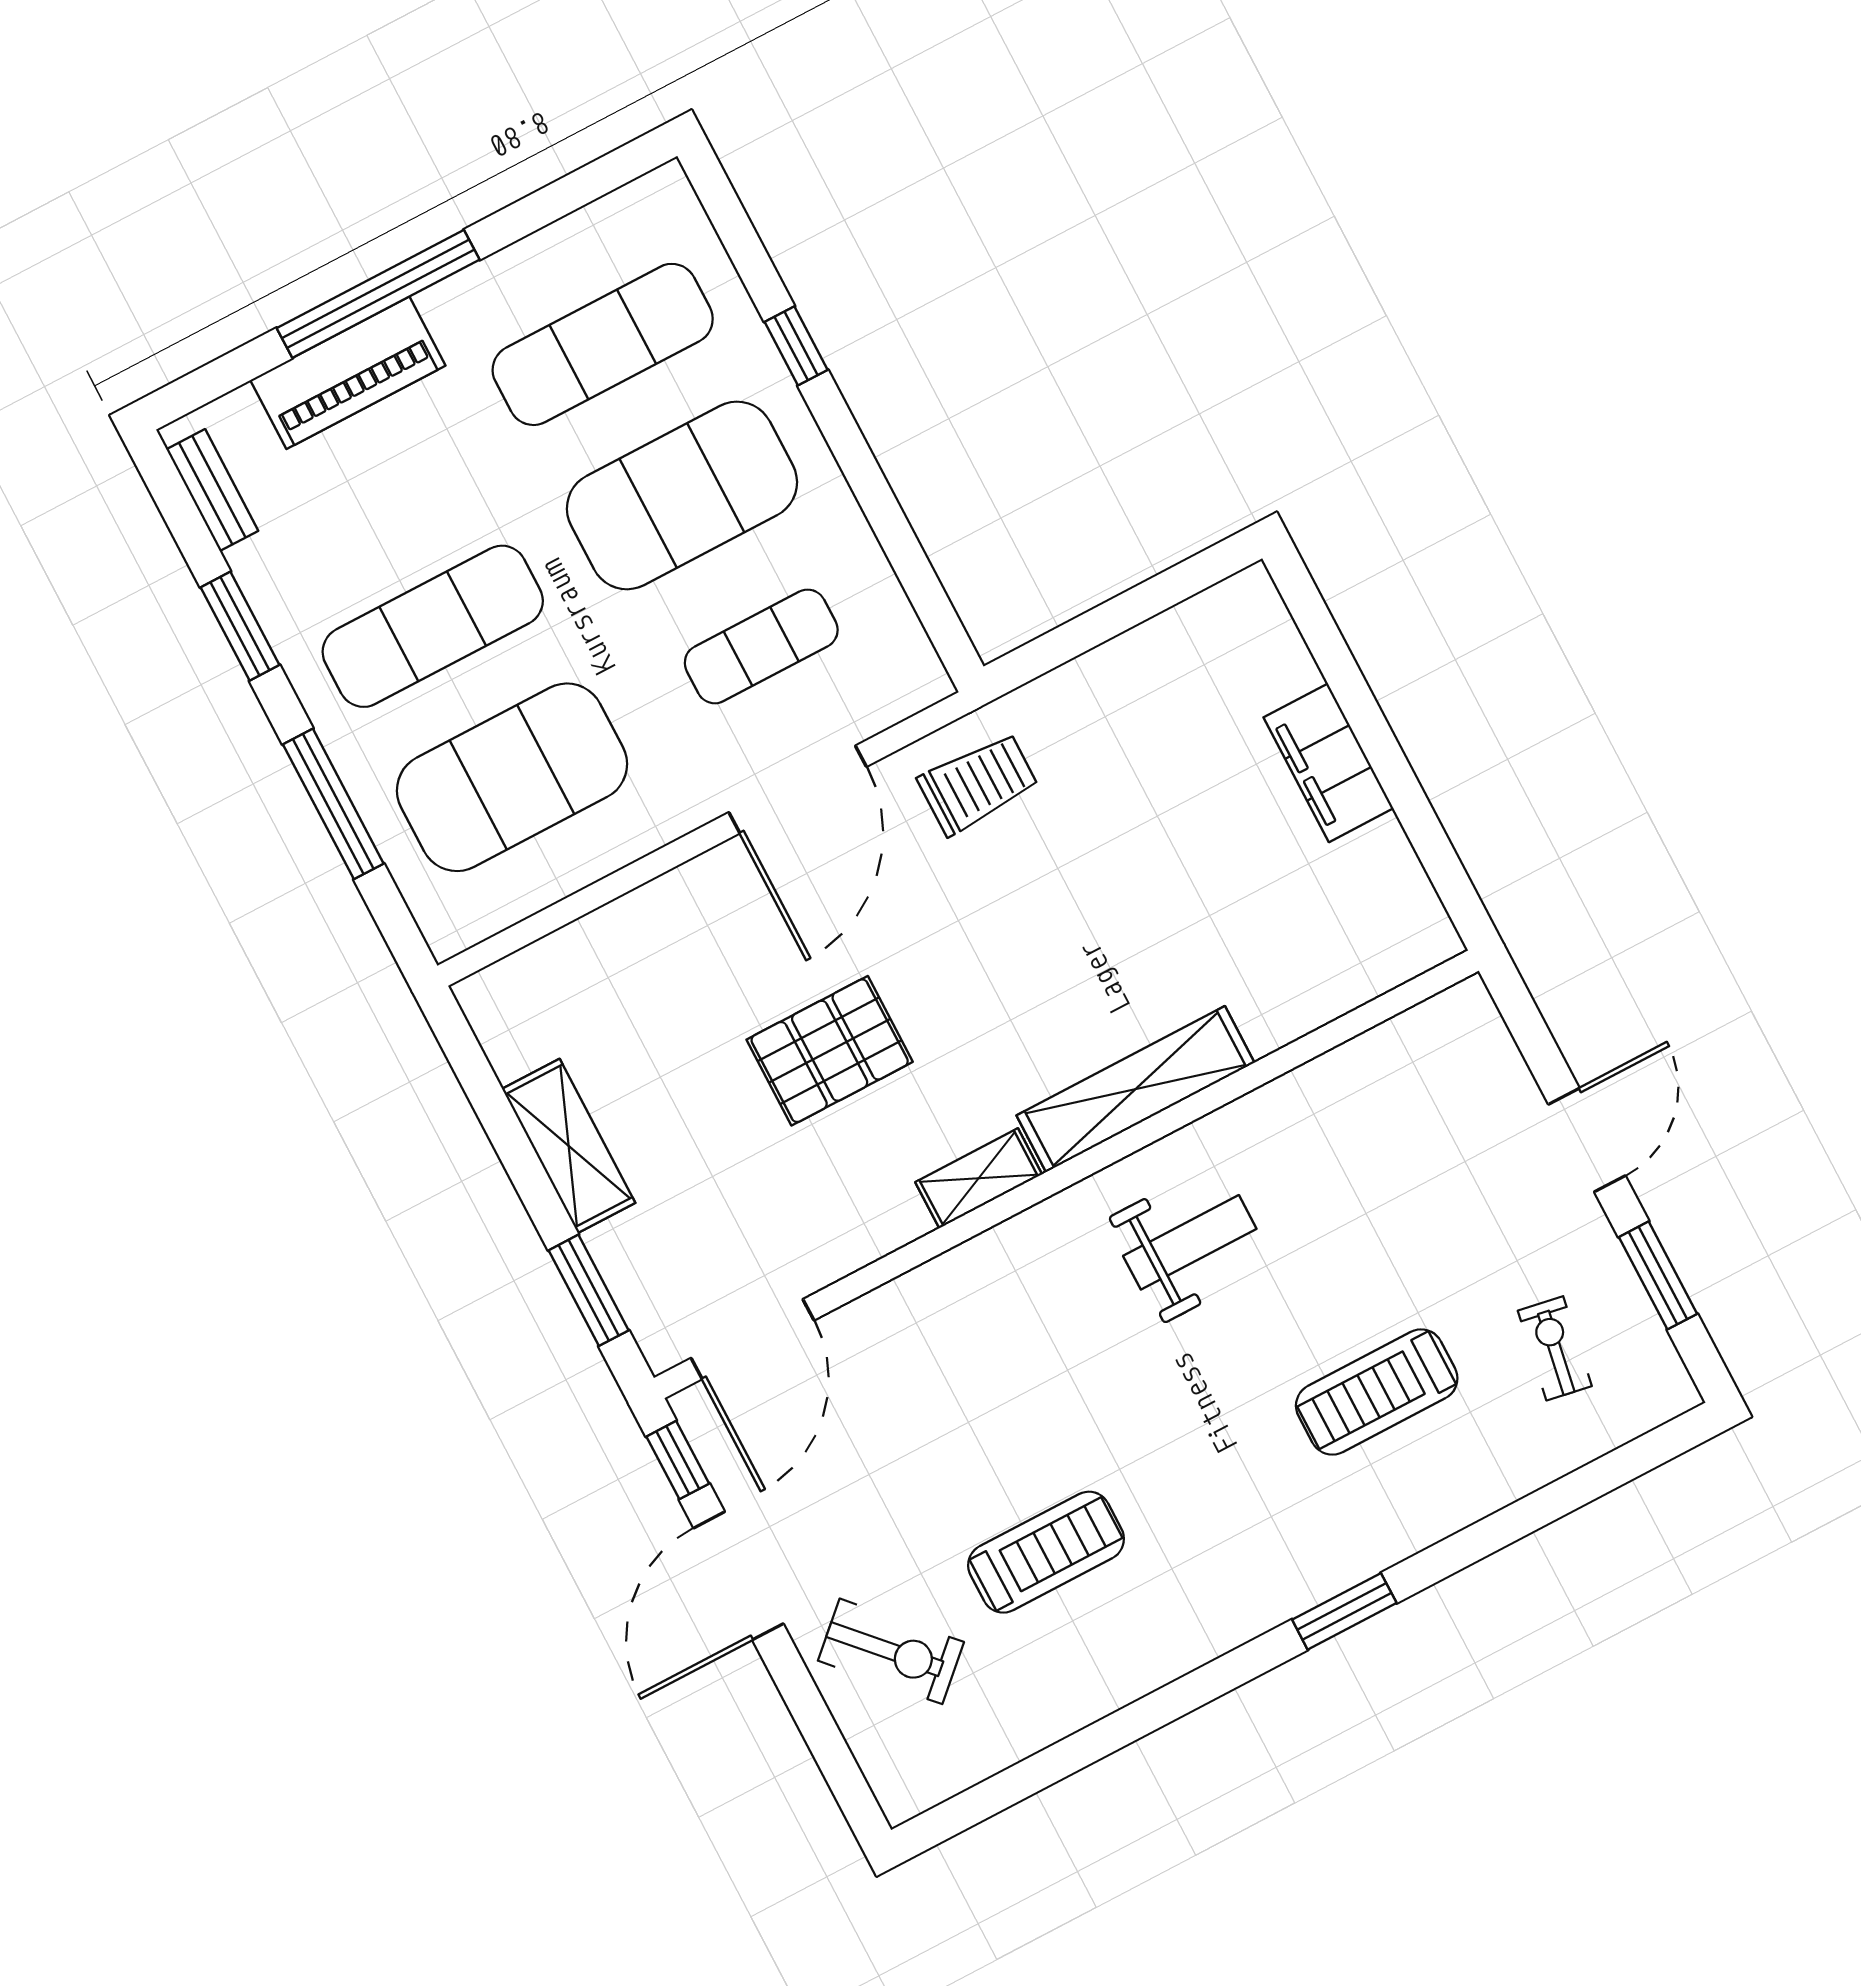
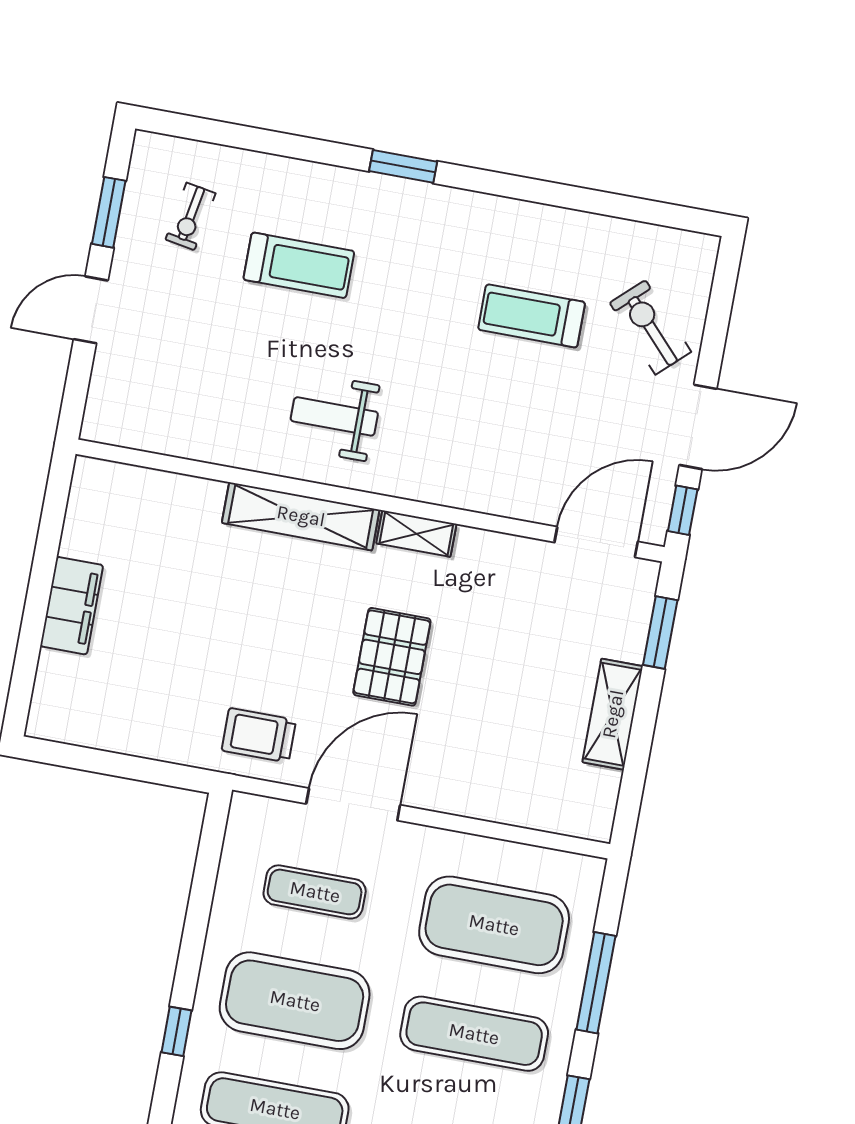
pallet: (830, 1051) -> (392, 657), moved, turned 90

